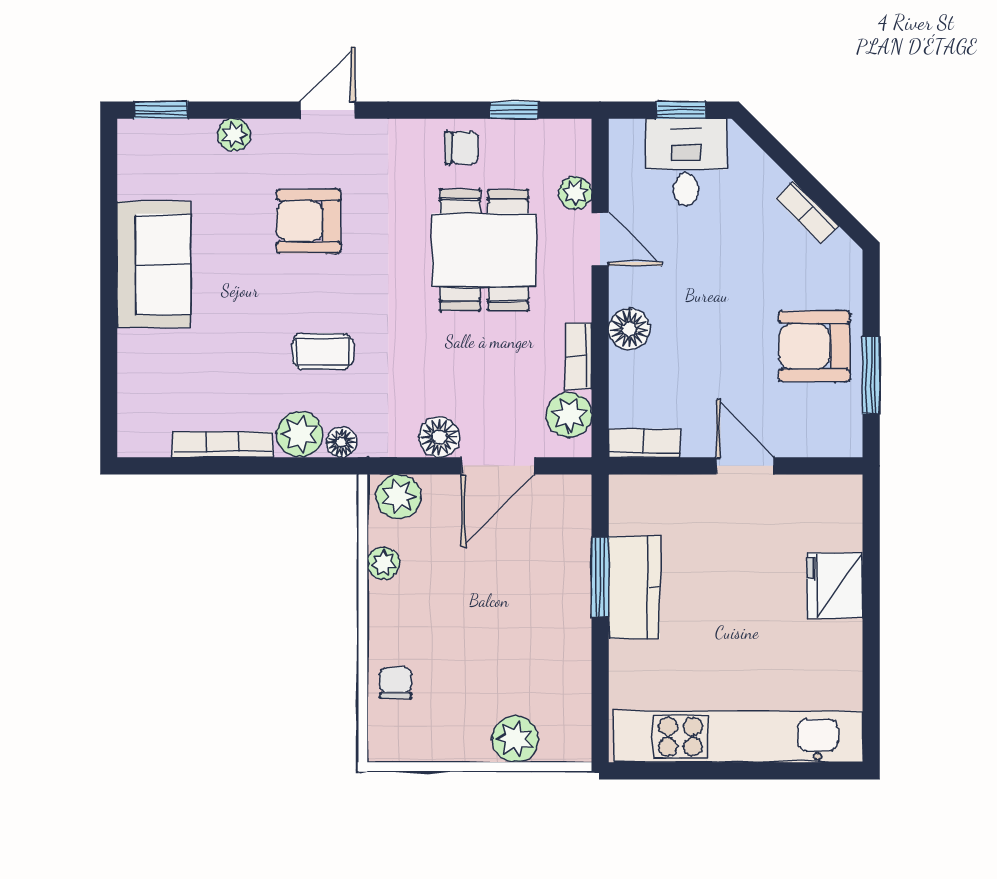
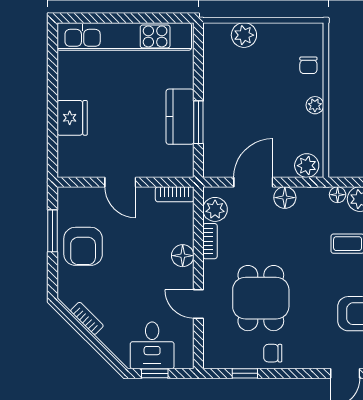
plant: (575, 193) -> (212, 329), removed
armchair: (814, 346) -> (83, 246), turned 90
plant: (383, 563) -> (315, 105), moved

